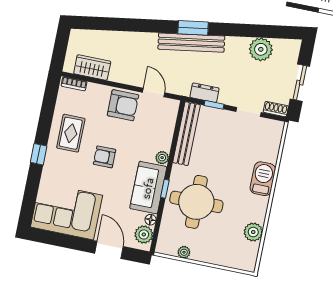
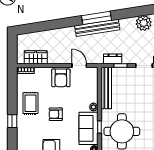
window: (193, 28) -> (96, 18), width x1.44
armchair: (123, 105) -> (61, 78), turned 90

